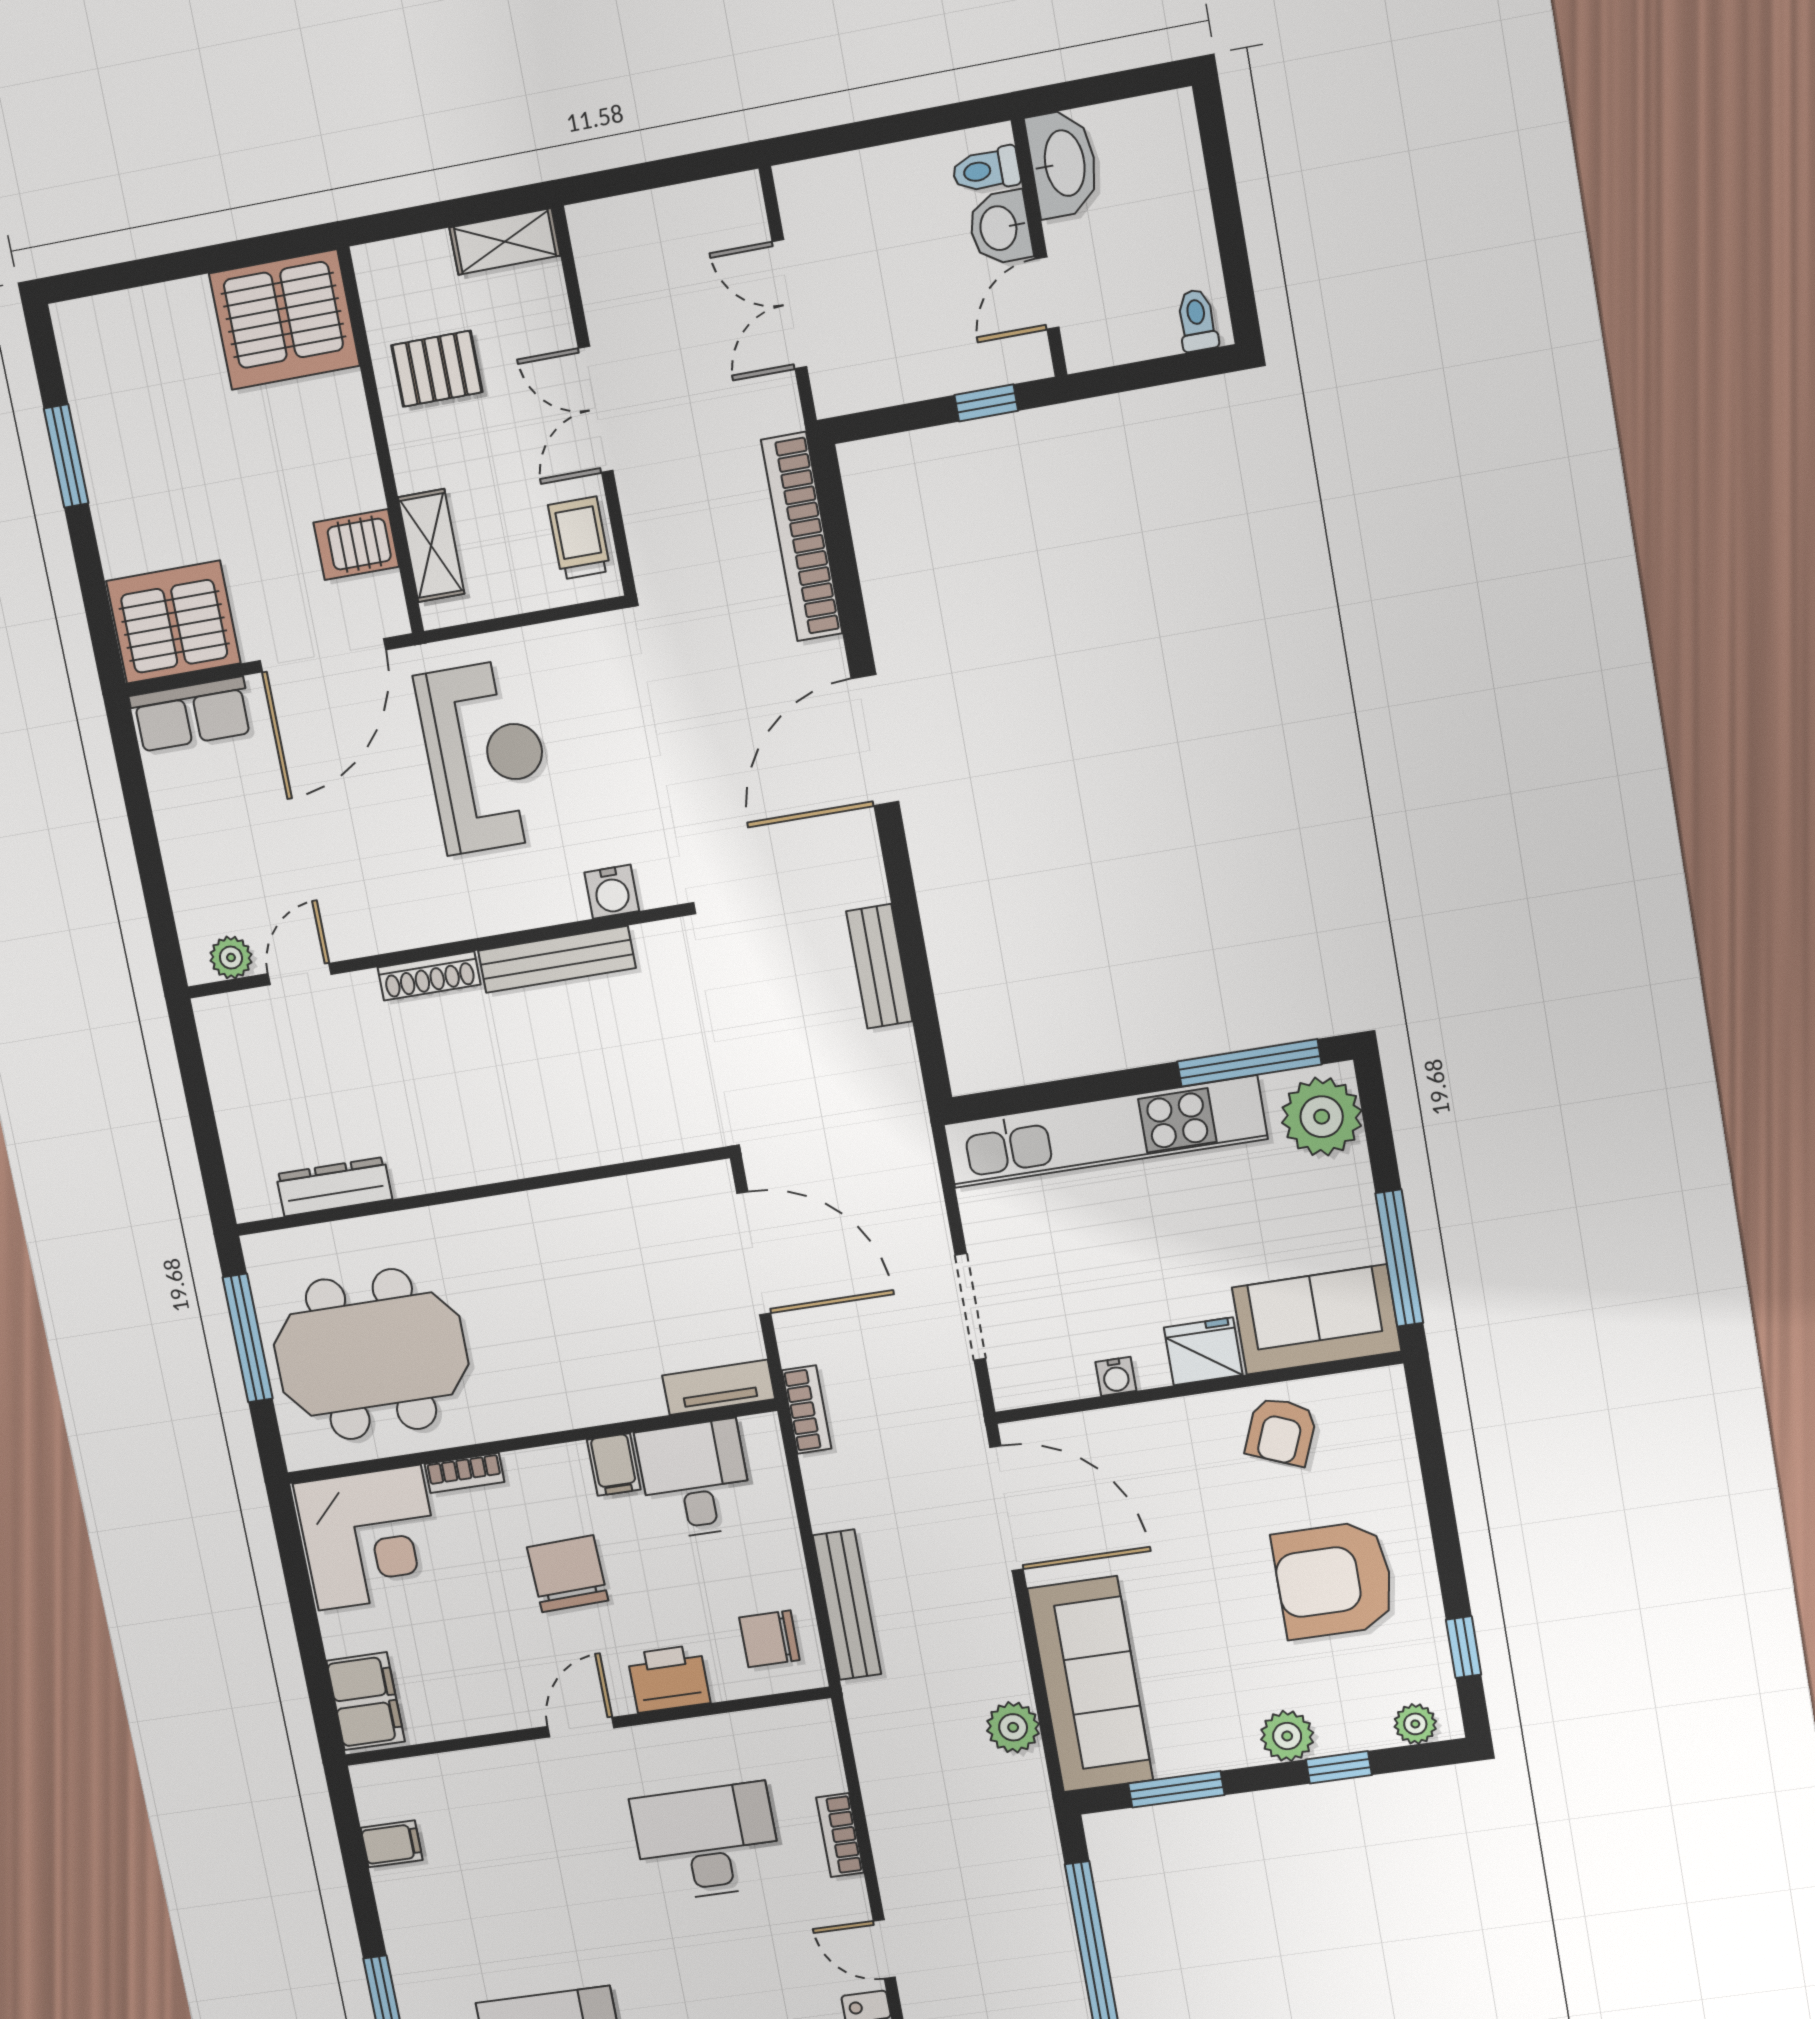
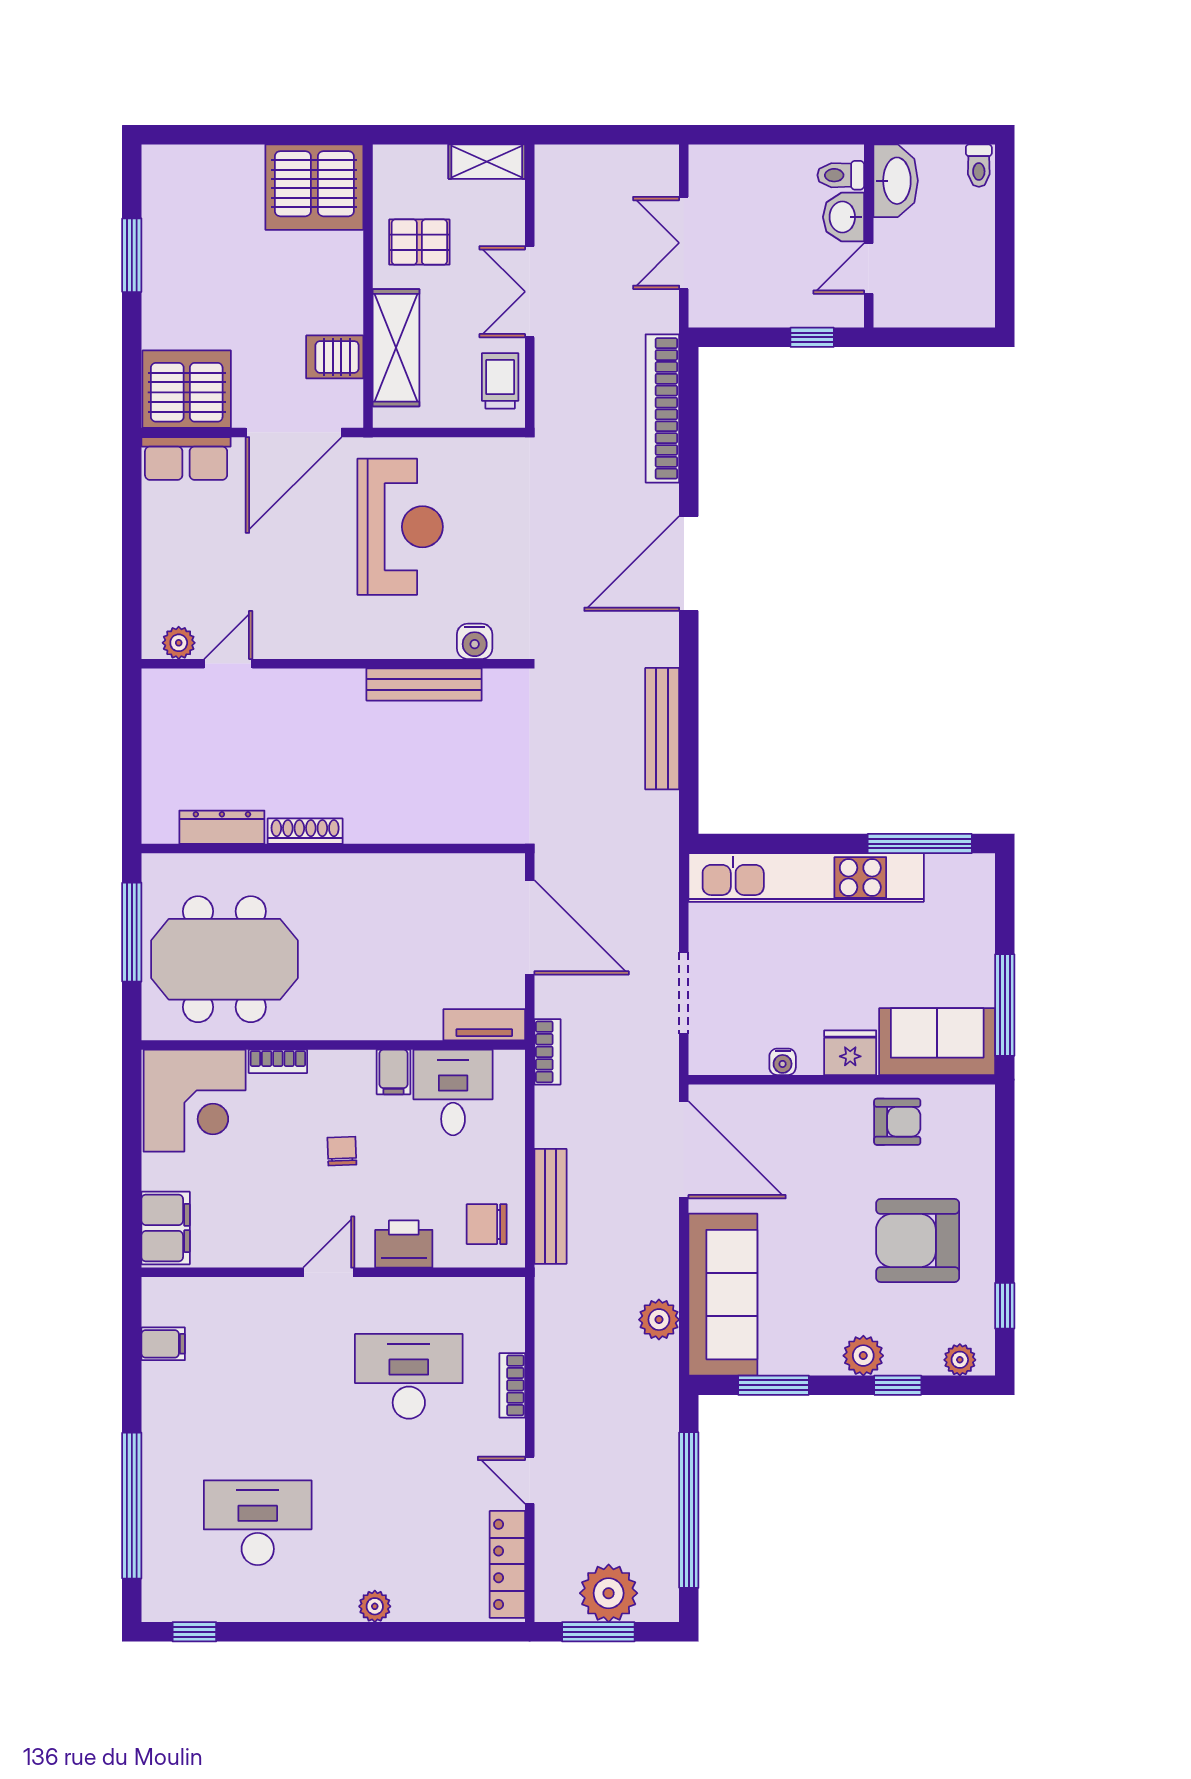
toilet: (1197, 320) -> (979, 166), moved, turned 180
shelving: (431, 546) -> (396, 348), width x1.50, depth x1.33
bench: (879, 966) -> (662, 729), width x1.36
shoe rack: (429, 976) -> (305, 831), moved, turned 180
plant: (1322, 1117) -> (966, 891), removed
armchair: (1281, 1431) -> (897, 1122), turned -112
chair: (568, 1574) -> (342, 1151), width x0.54, depth x0.54

